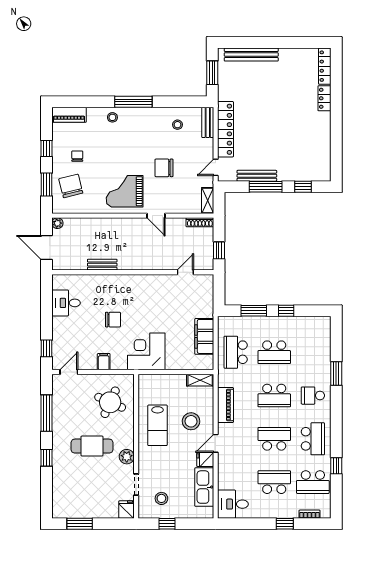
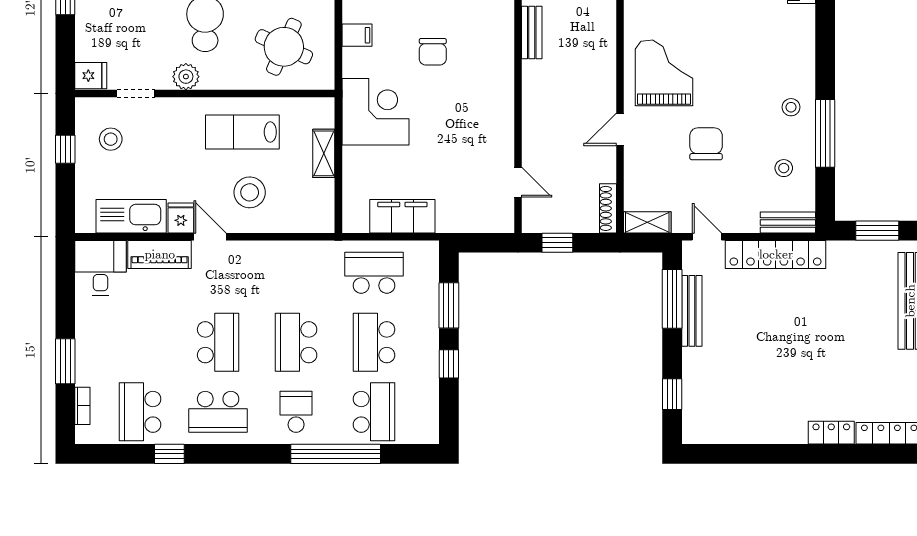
window: (133, 102) -> (825, 133), moved
stool: (112, 117) -> (791, 107), moved
window: (266, 187) -> (672, 299), moved
window: (336, 374) -> (336, 454), width x2.11
shelving: (200, 380) -> (324, 153), moved
piano: (225, 405) -> (160, 254), moved
school desk: (274, 482) -> (374, 412), moved
window: (285, 524) -> (65, 361), width x1.50

